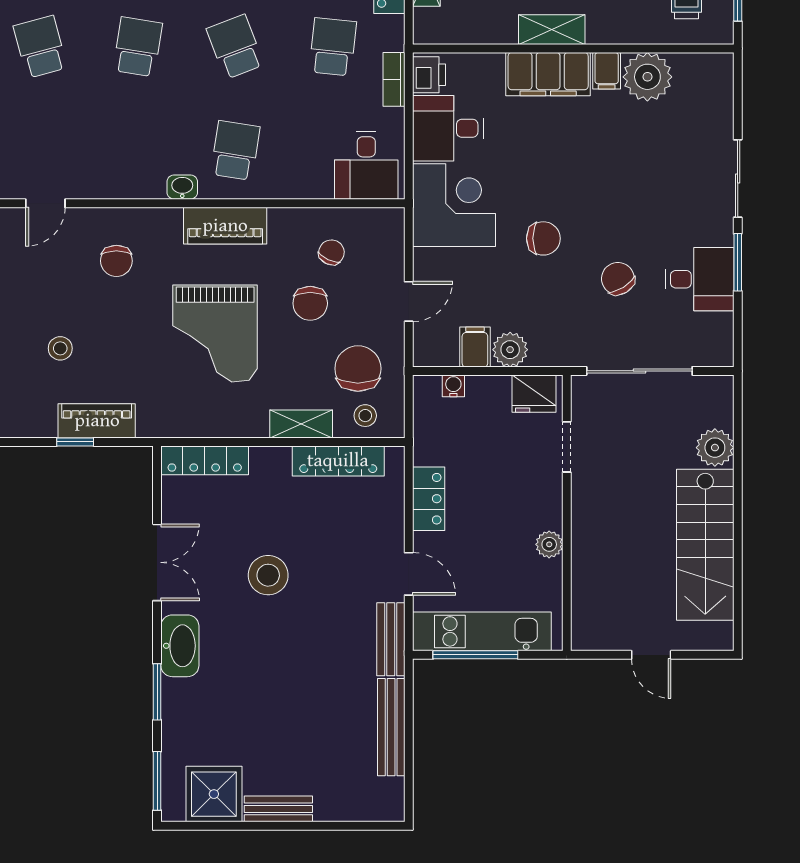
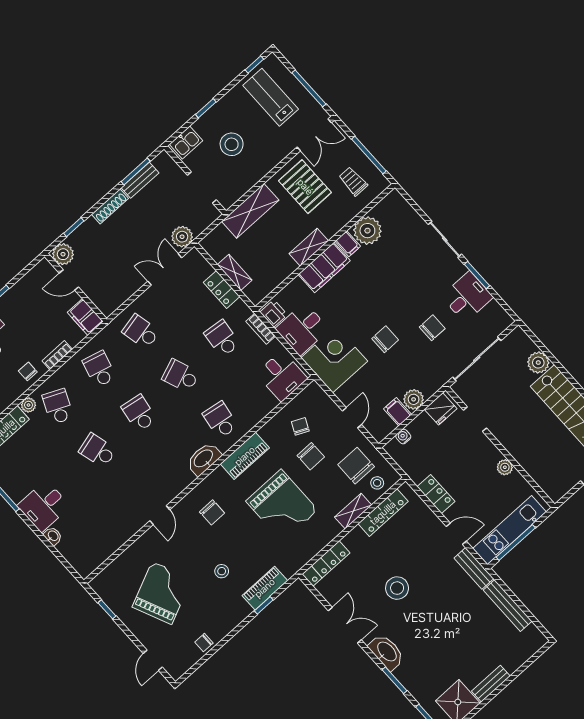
washbasin: (182, 187) -> (204, 459), width x1.91, depth x1.45
chair: (618, 279) -> (432, 328), turned 122

